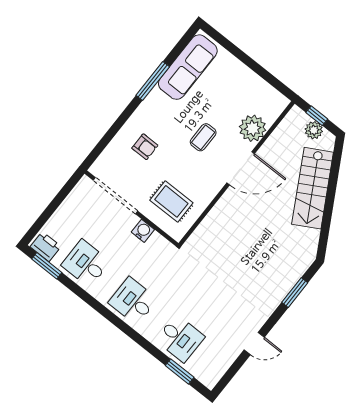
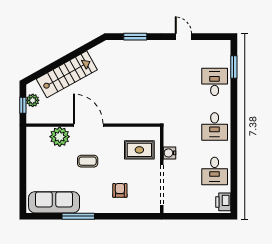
rug: (171, 201) -> (139, 150), turned 90
window: (47, 266) -> (234, 192), removed

